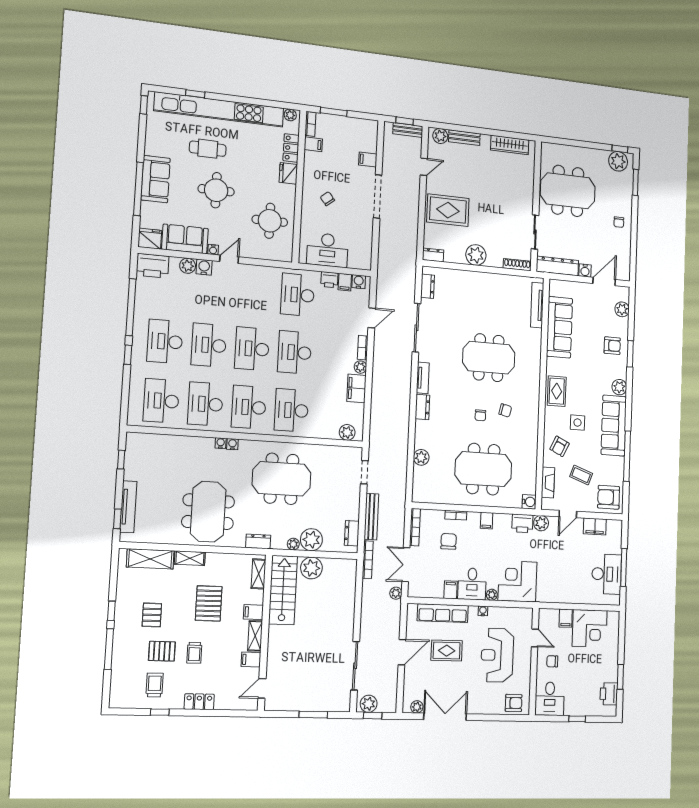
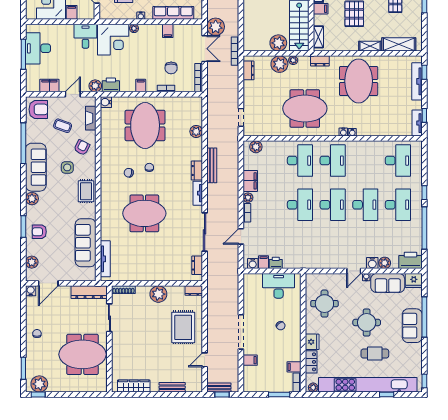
plant: (440, 136) -> (192, 386), removed
rug: (448, 210) -> (183, 327), turned 90
water cooler: (585, 270) -> (31, 291), moved
desk: (298, 295) -> (300, 249), removed
desk: (205, 404) -> (365, 161), removed
tv unit: (132, 450) -> (417, 123), added
meeting table: (483, 469) -> (145, 125), turned 90
bench: (371, 517) -> (212, 165), moved
desk: (472, 584) -> (85, 36), moved
plant: (396, 593) -> (216, 27), width x1.88, depth x1.88

